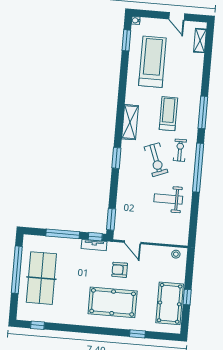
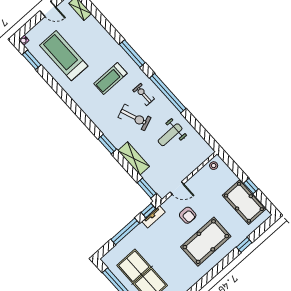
treadmill: (168, 114) -> (110, 79), turned -90
shelving: (130, 122) -> (134, 158), moved
armchair: (120, 270) -> (188, 215), turned -90

